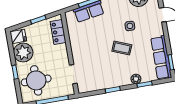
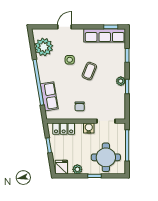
chair: (84, 44) -> (80, 106), added
plant: (23, 52) -> (77, 169), width x0.53, depth x0.53
water cooler: (63, 58) -> (89, 128), added
plant: (136, 79) -> (121, 81), moved

